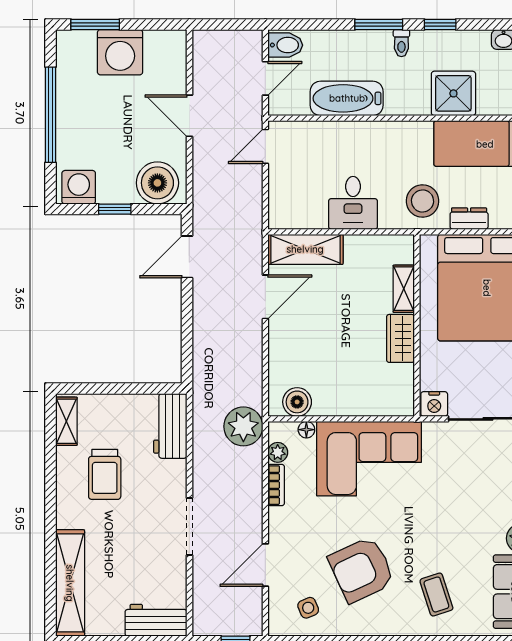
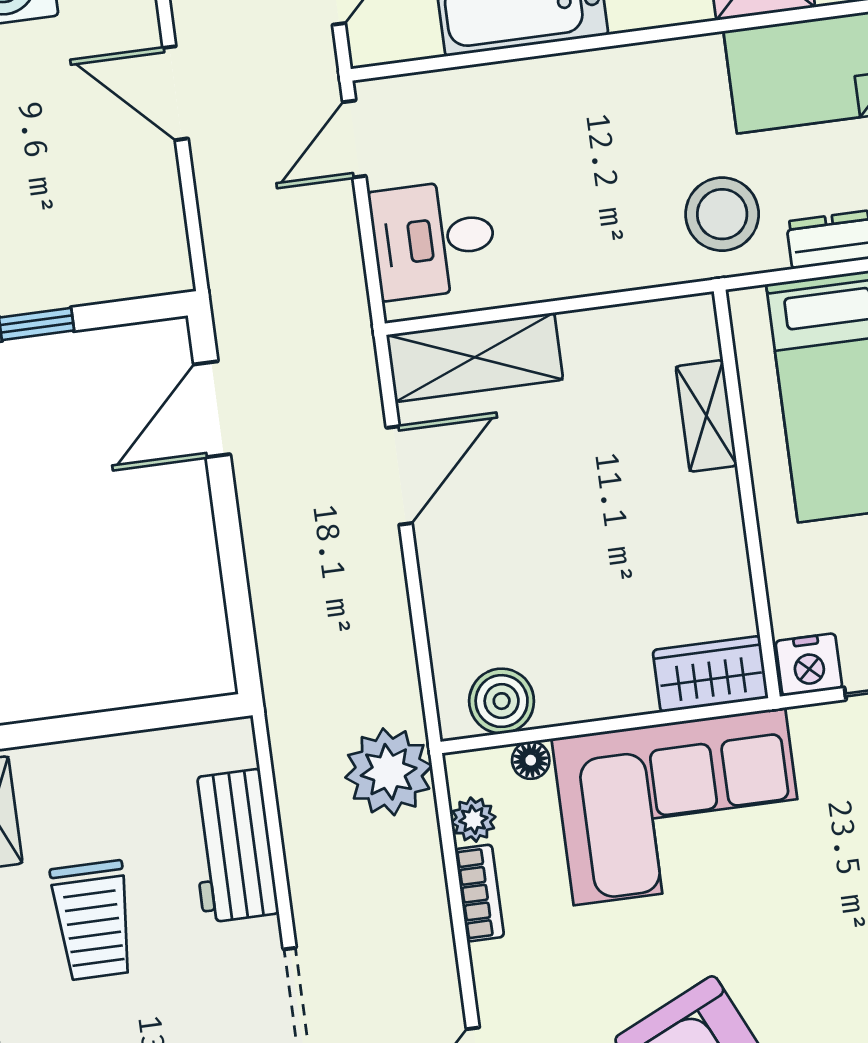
boiler: (157, 183) -> (124, 253), removed
desk: (353, 203) -> (434, 239), moved, turned 90
wardrobe: (400, 338) -> (710, 674), moved, turned 90
workbench: (170, 426) -> (232, 846), moved

